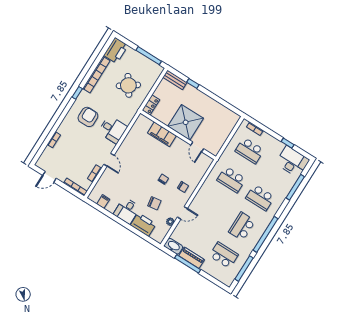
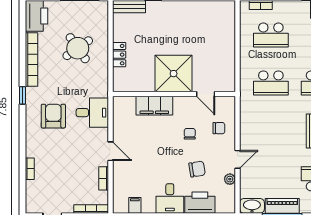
shower: (186, 122) -> (174, 74), moved
filing cabinet: (162, 134) -> (154, 106), moved
wall: (178, 135) -> (174, 94), moved
door: (197, 147) -> (206, 94), moved

